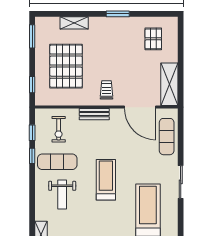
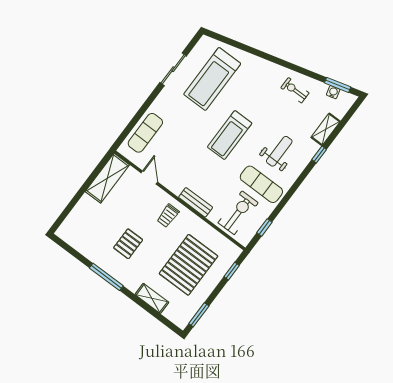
window: (118, 14) -> (106, 277), width x1.44
pallet: (153, 39) -> (128, 244), moved
door: (140, 107) -> (149, 178), width x0.53
exercise bike: (59, 129) -> (238, 213), width x1.38, depth x1.39
window: (32, 156) -> (319, 154), moved
sliding door: (181, 182) -> (173, 69), moved

